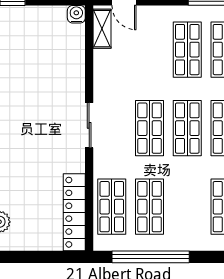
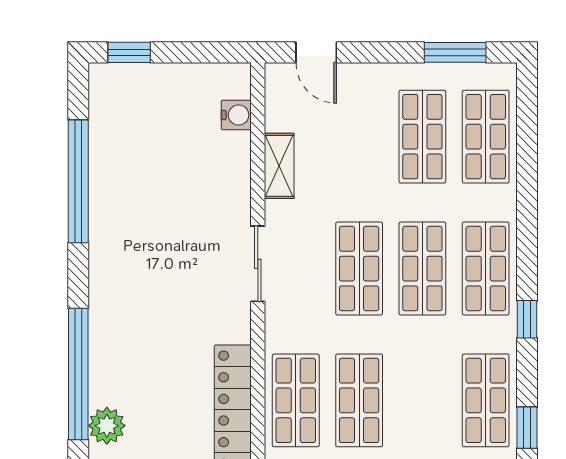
water cooler: (76, 14) -> (236, 115), moved, turned 90
shelving: (102, 29) -> (279, 166), moved

